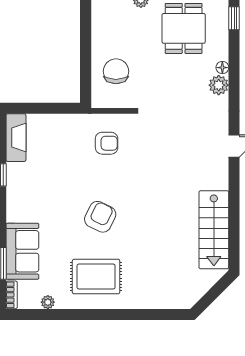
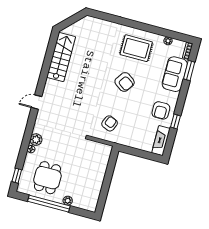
chair: (116, 71) -> (93, 163), removed
armchair: (107, 143) -> (110, 123), turned 113
armchair: (29, 186) -> (161, 110), added
armchair: (100, 217) -> (125, 82), turned -81

